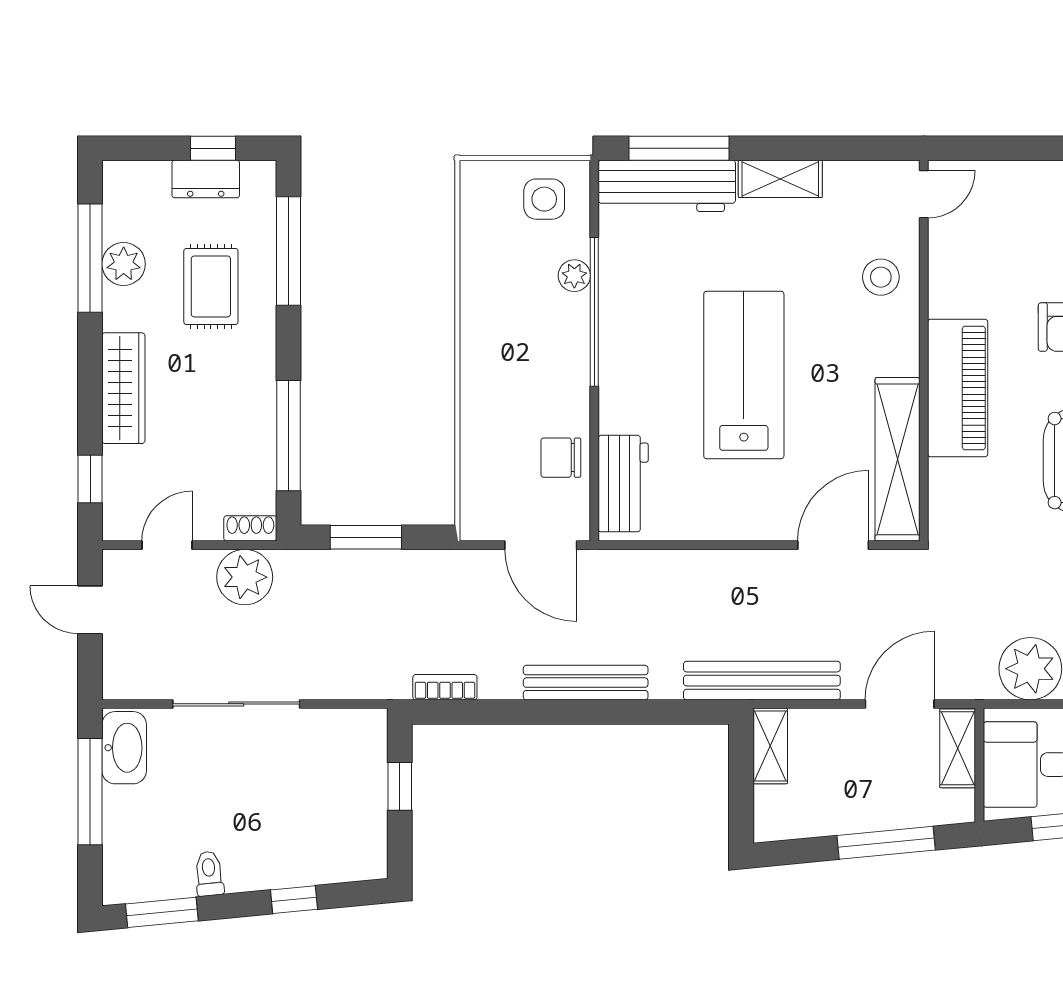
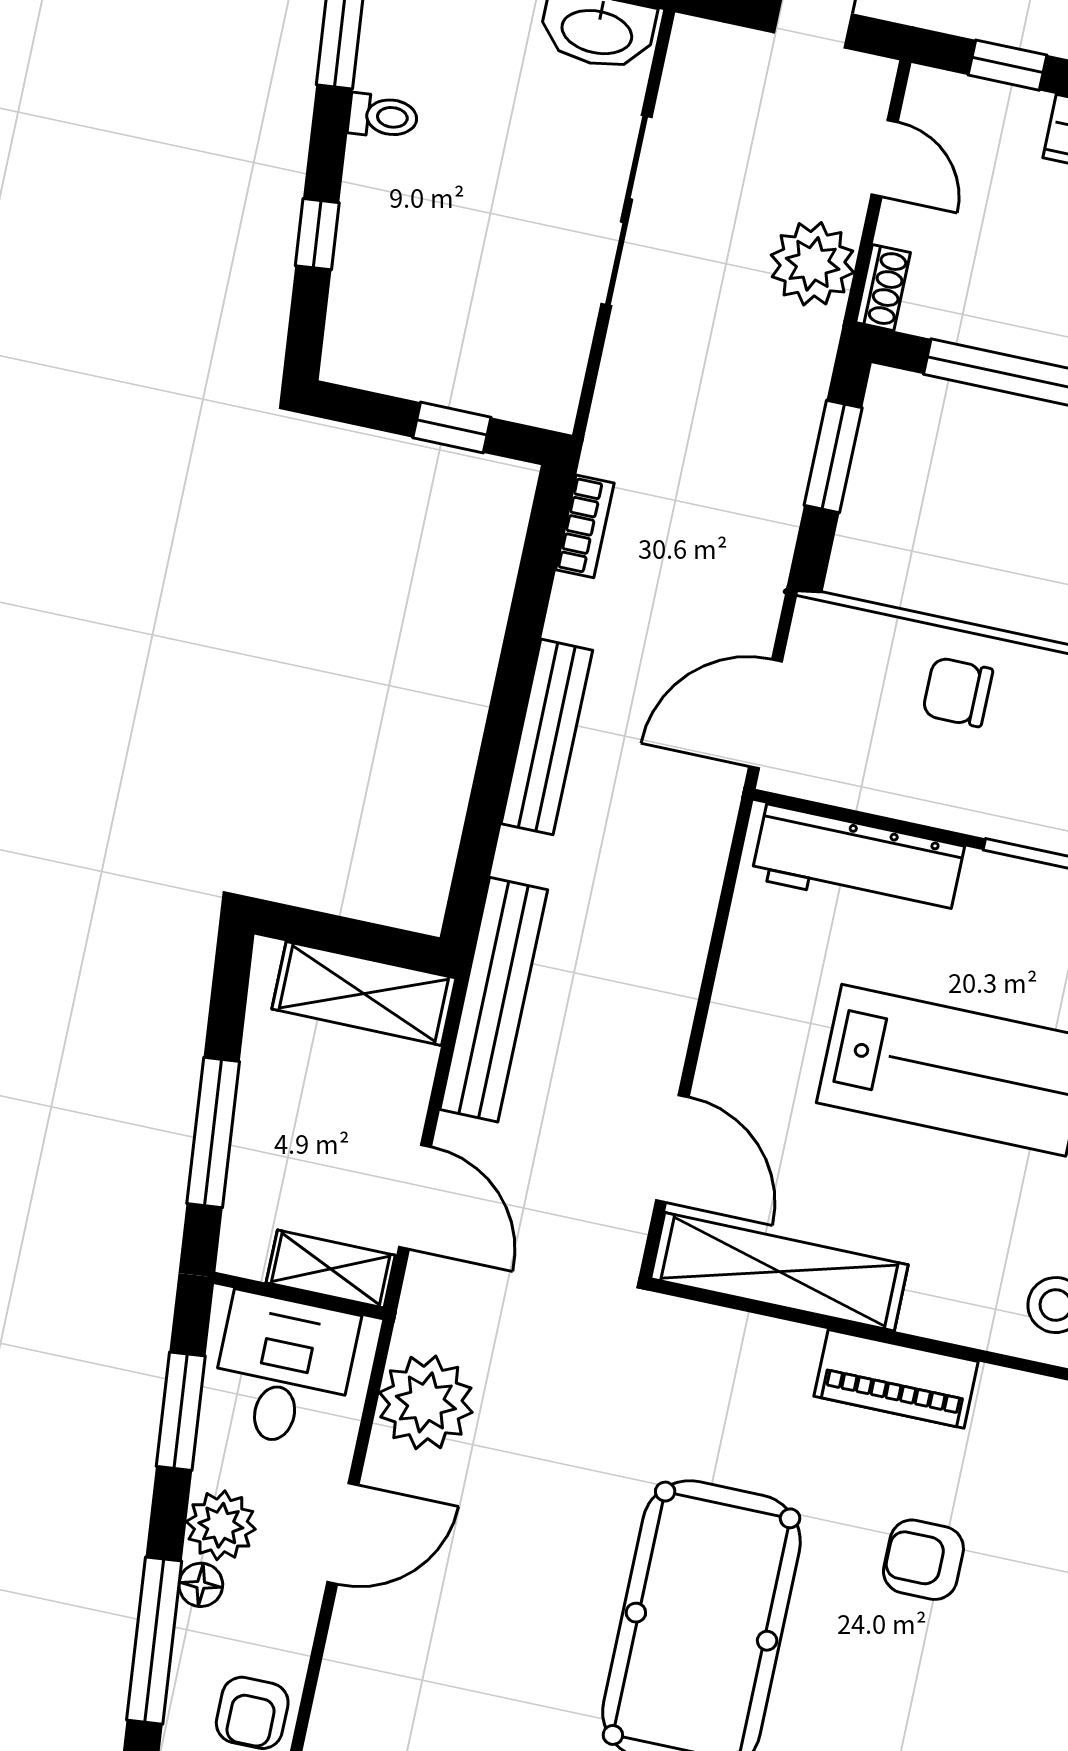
piano: (958, 388) -> (896, 1379), width x0.73, depth x0.75
chair: (561, 458) -> (958, 692), moved, turned -90
workbench: (623, 484) -> (858, 862), width x1.37
shelving: (770, 746) -> (364, 994), width x1.50, depth x1.33

